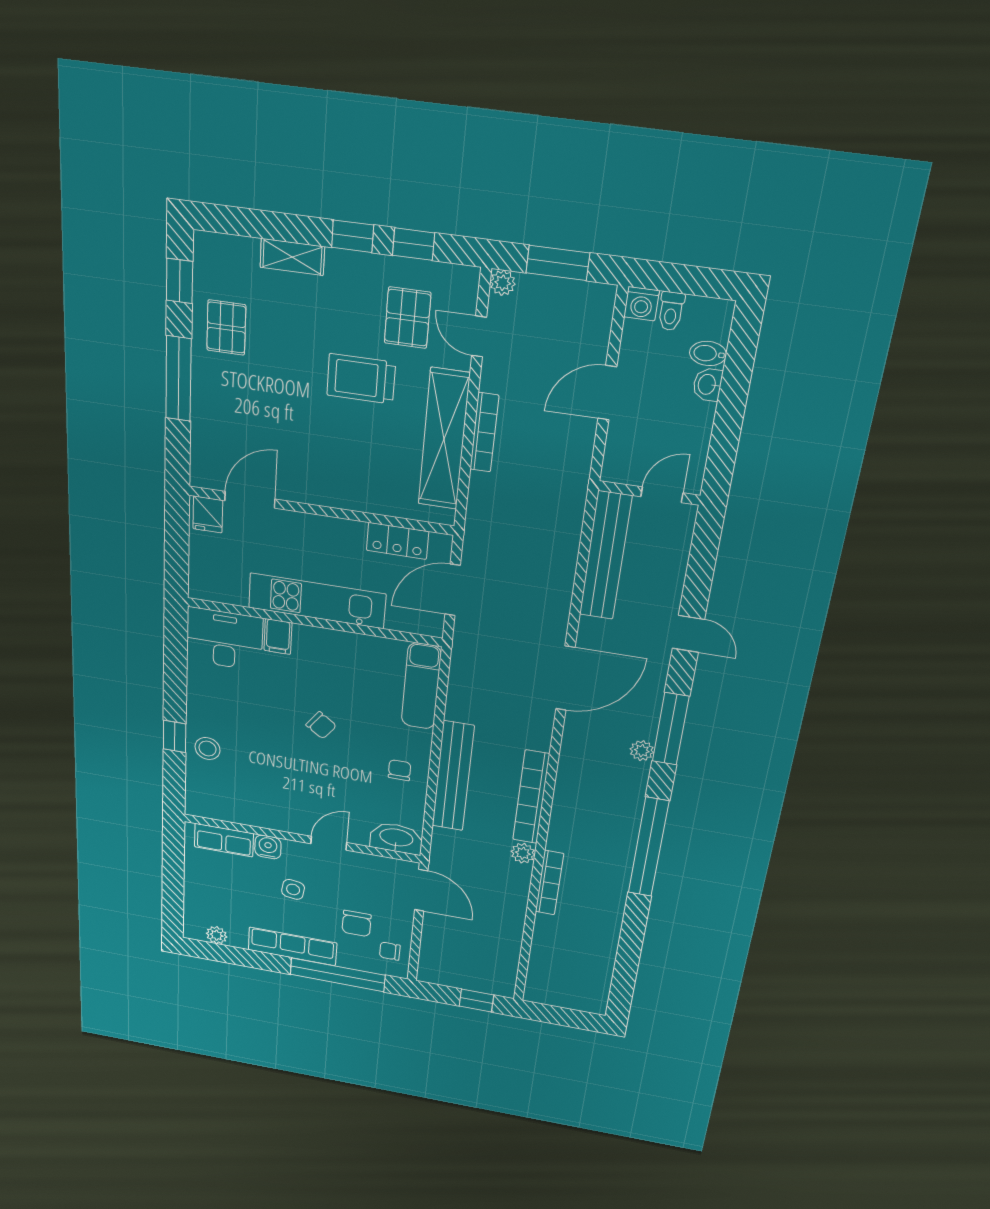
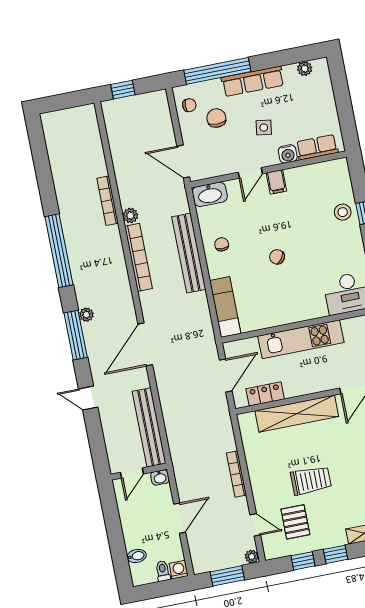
washbasin: (708, 384) -> (160, 477), moved, turned 90
shelving: (444, 439) -> (297, 414), moved, turned 90
filing cabinet: (278, 637) -> (276, 182), moved, turned 180
chair: (400, 770) -> (222, 244), turned 180

